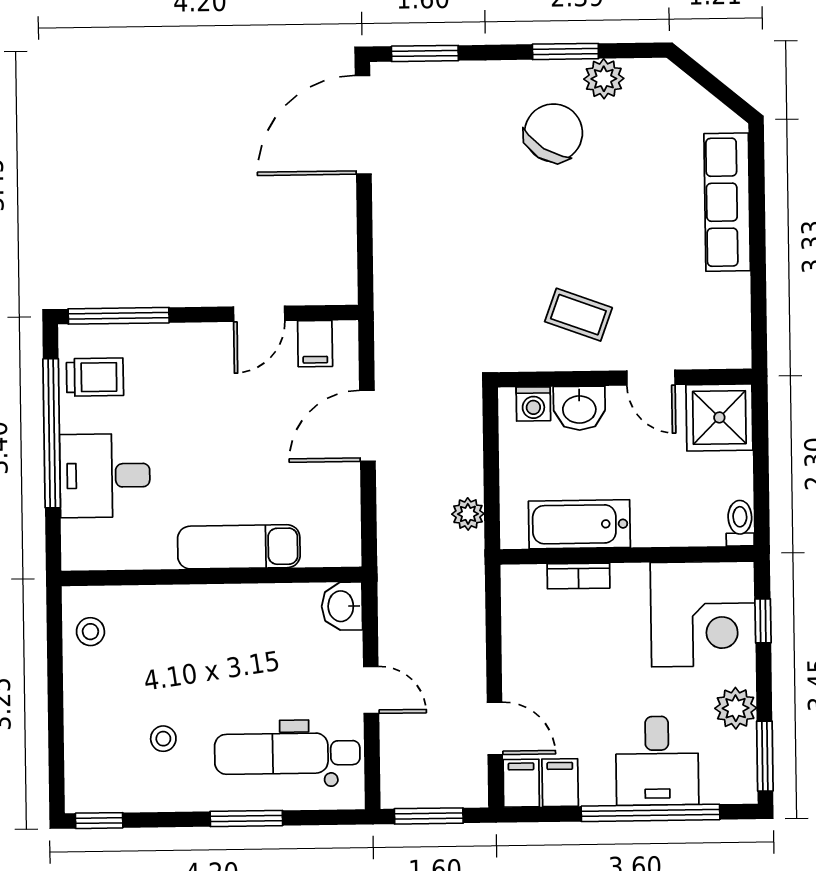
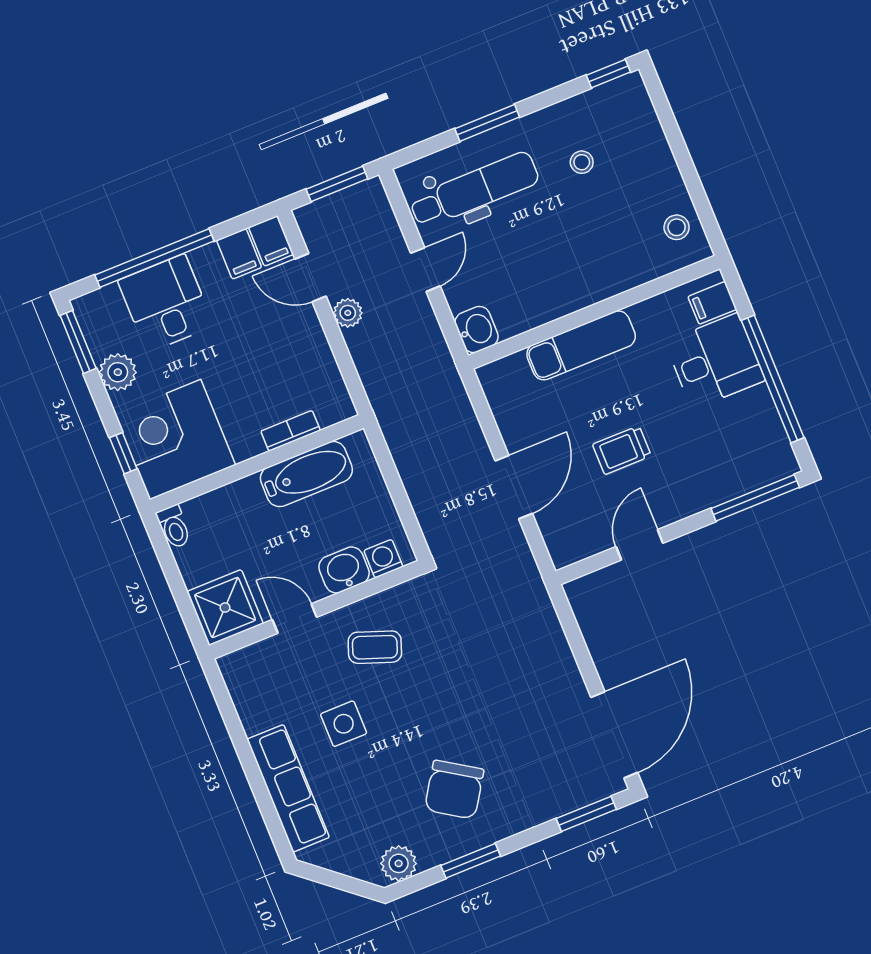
plant: (604, 79) -> (399, 863), moved
side table: (643, 247) -> (344, 724), added
filing cabinet: (315, 344) -> (712, 303), moved, turned -90
trolley: (95, 377) -> (622, 450), moved
plant: (468, 514) -> (348, 313), moved
door: (371, 690) -> (425, 270), swing flipped

